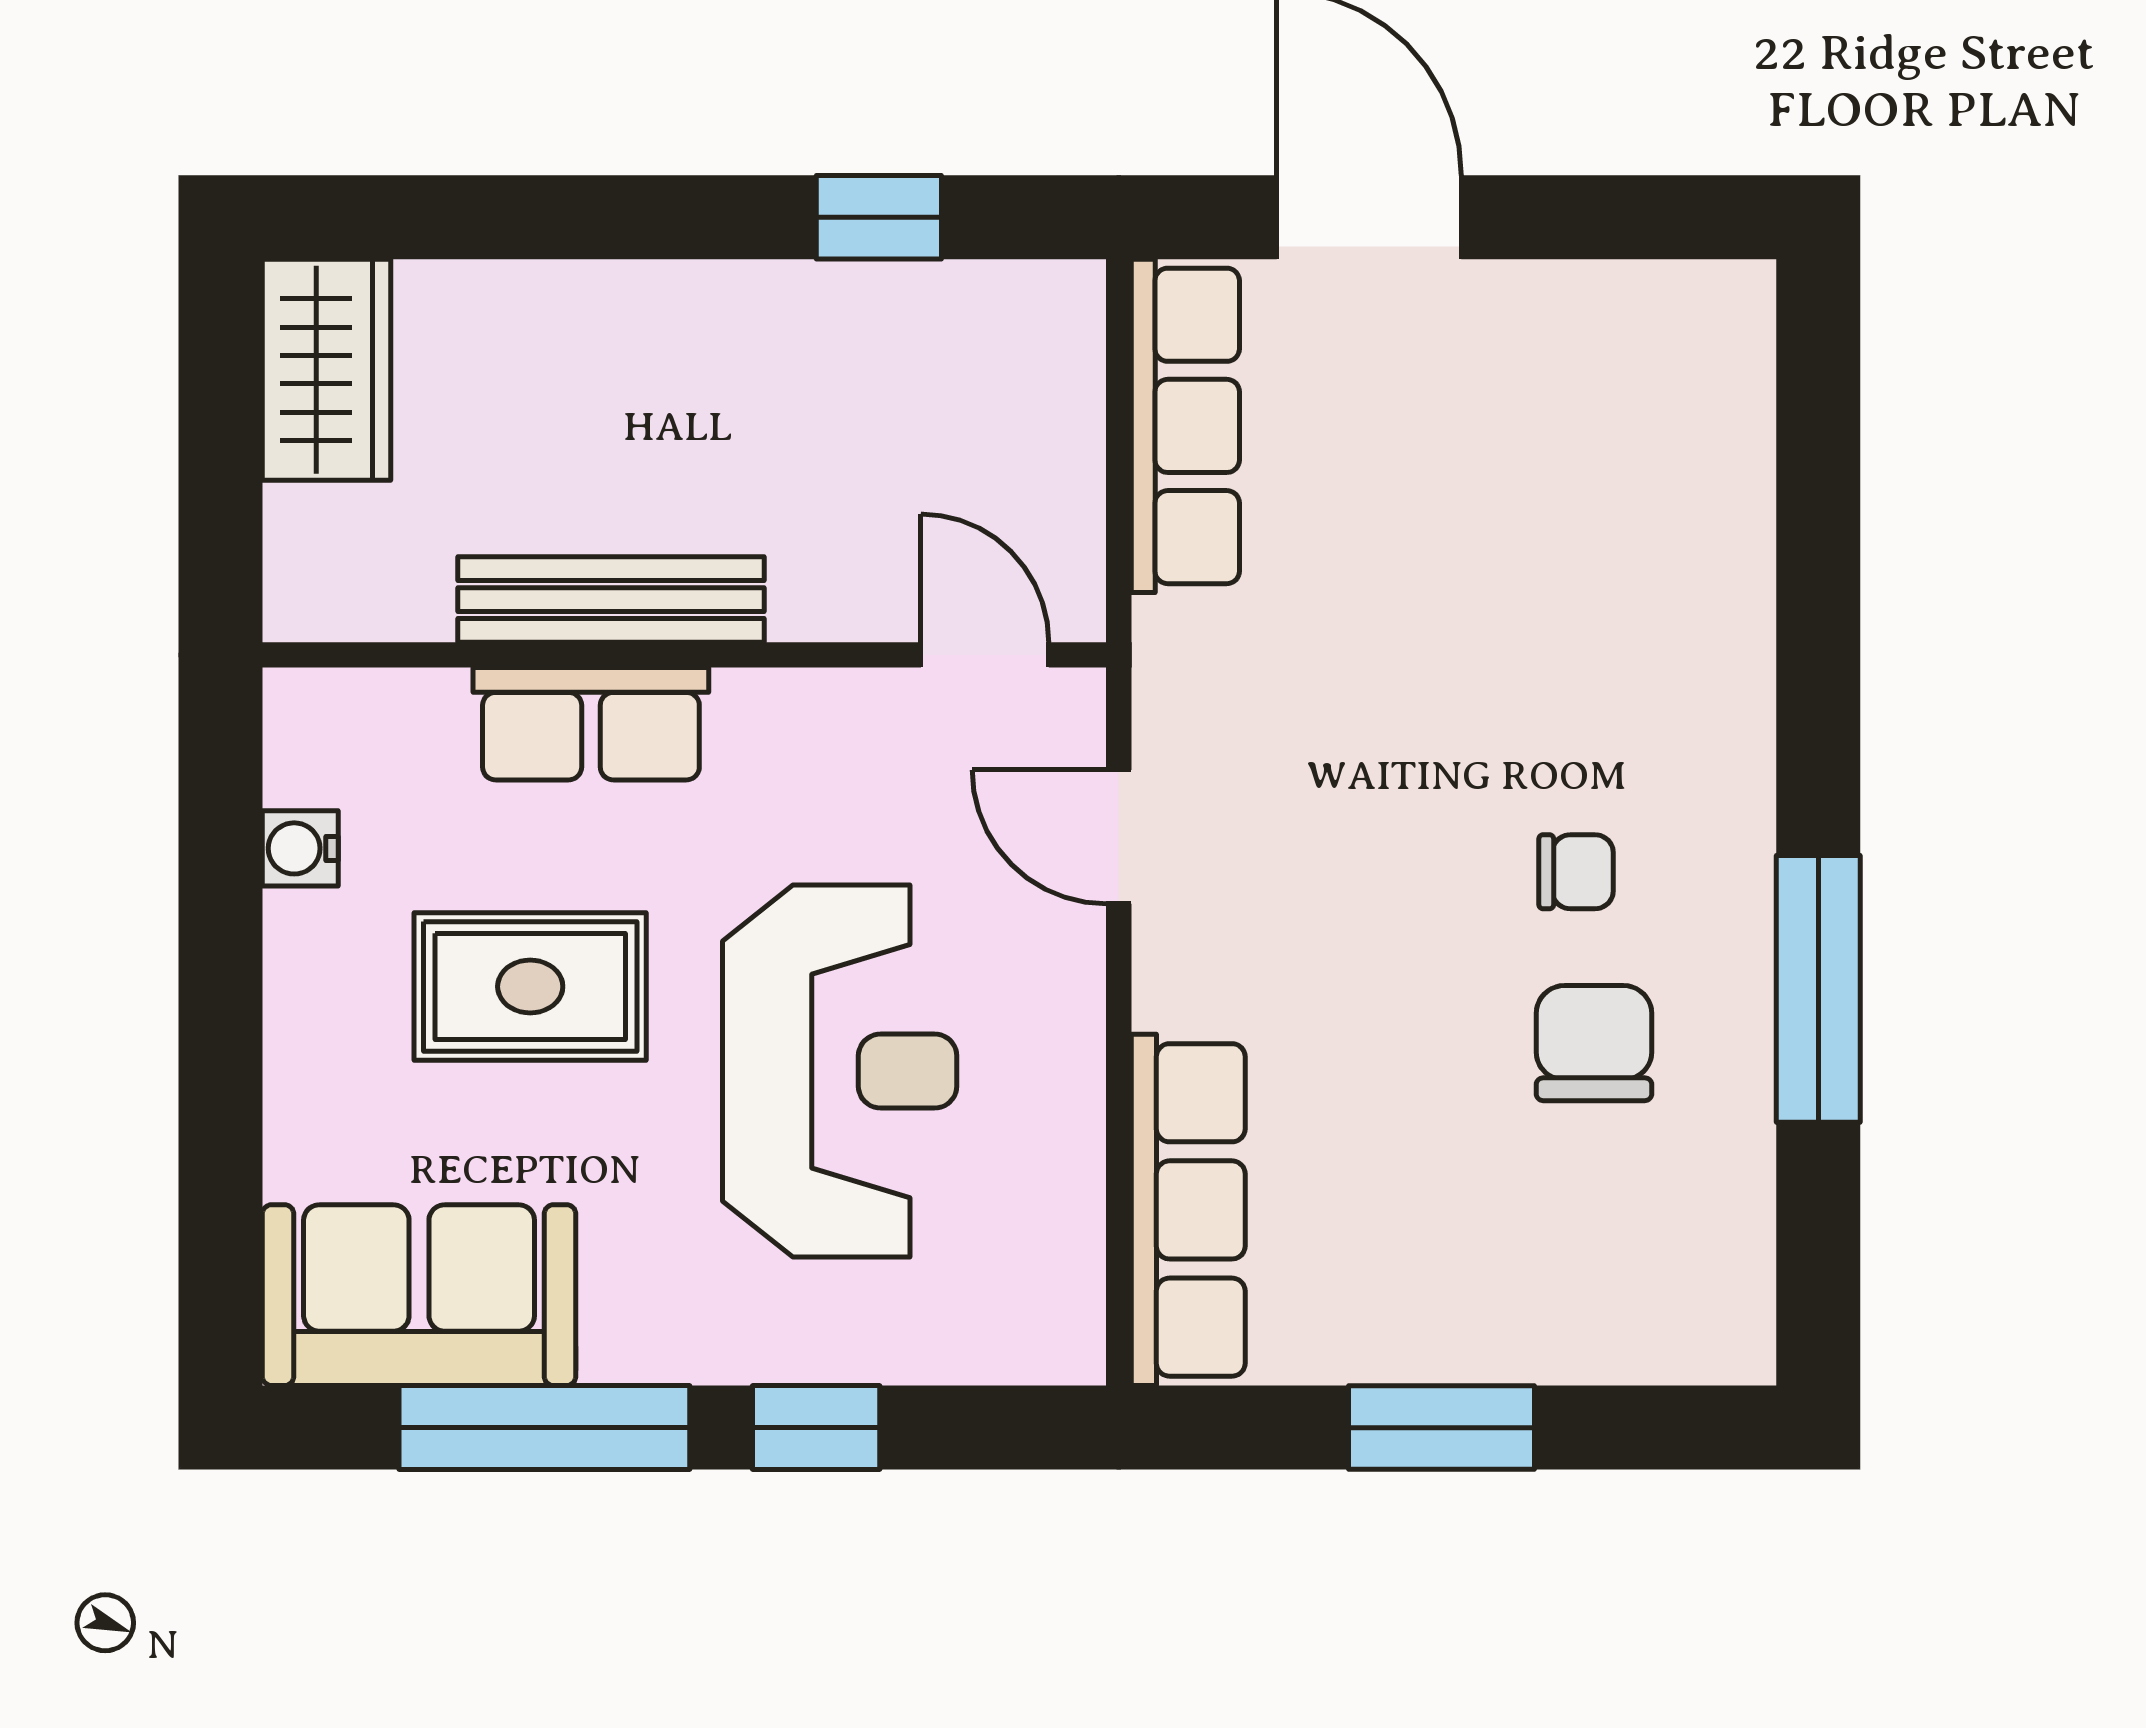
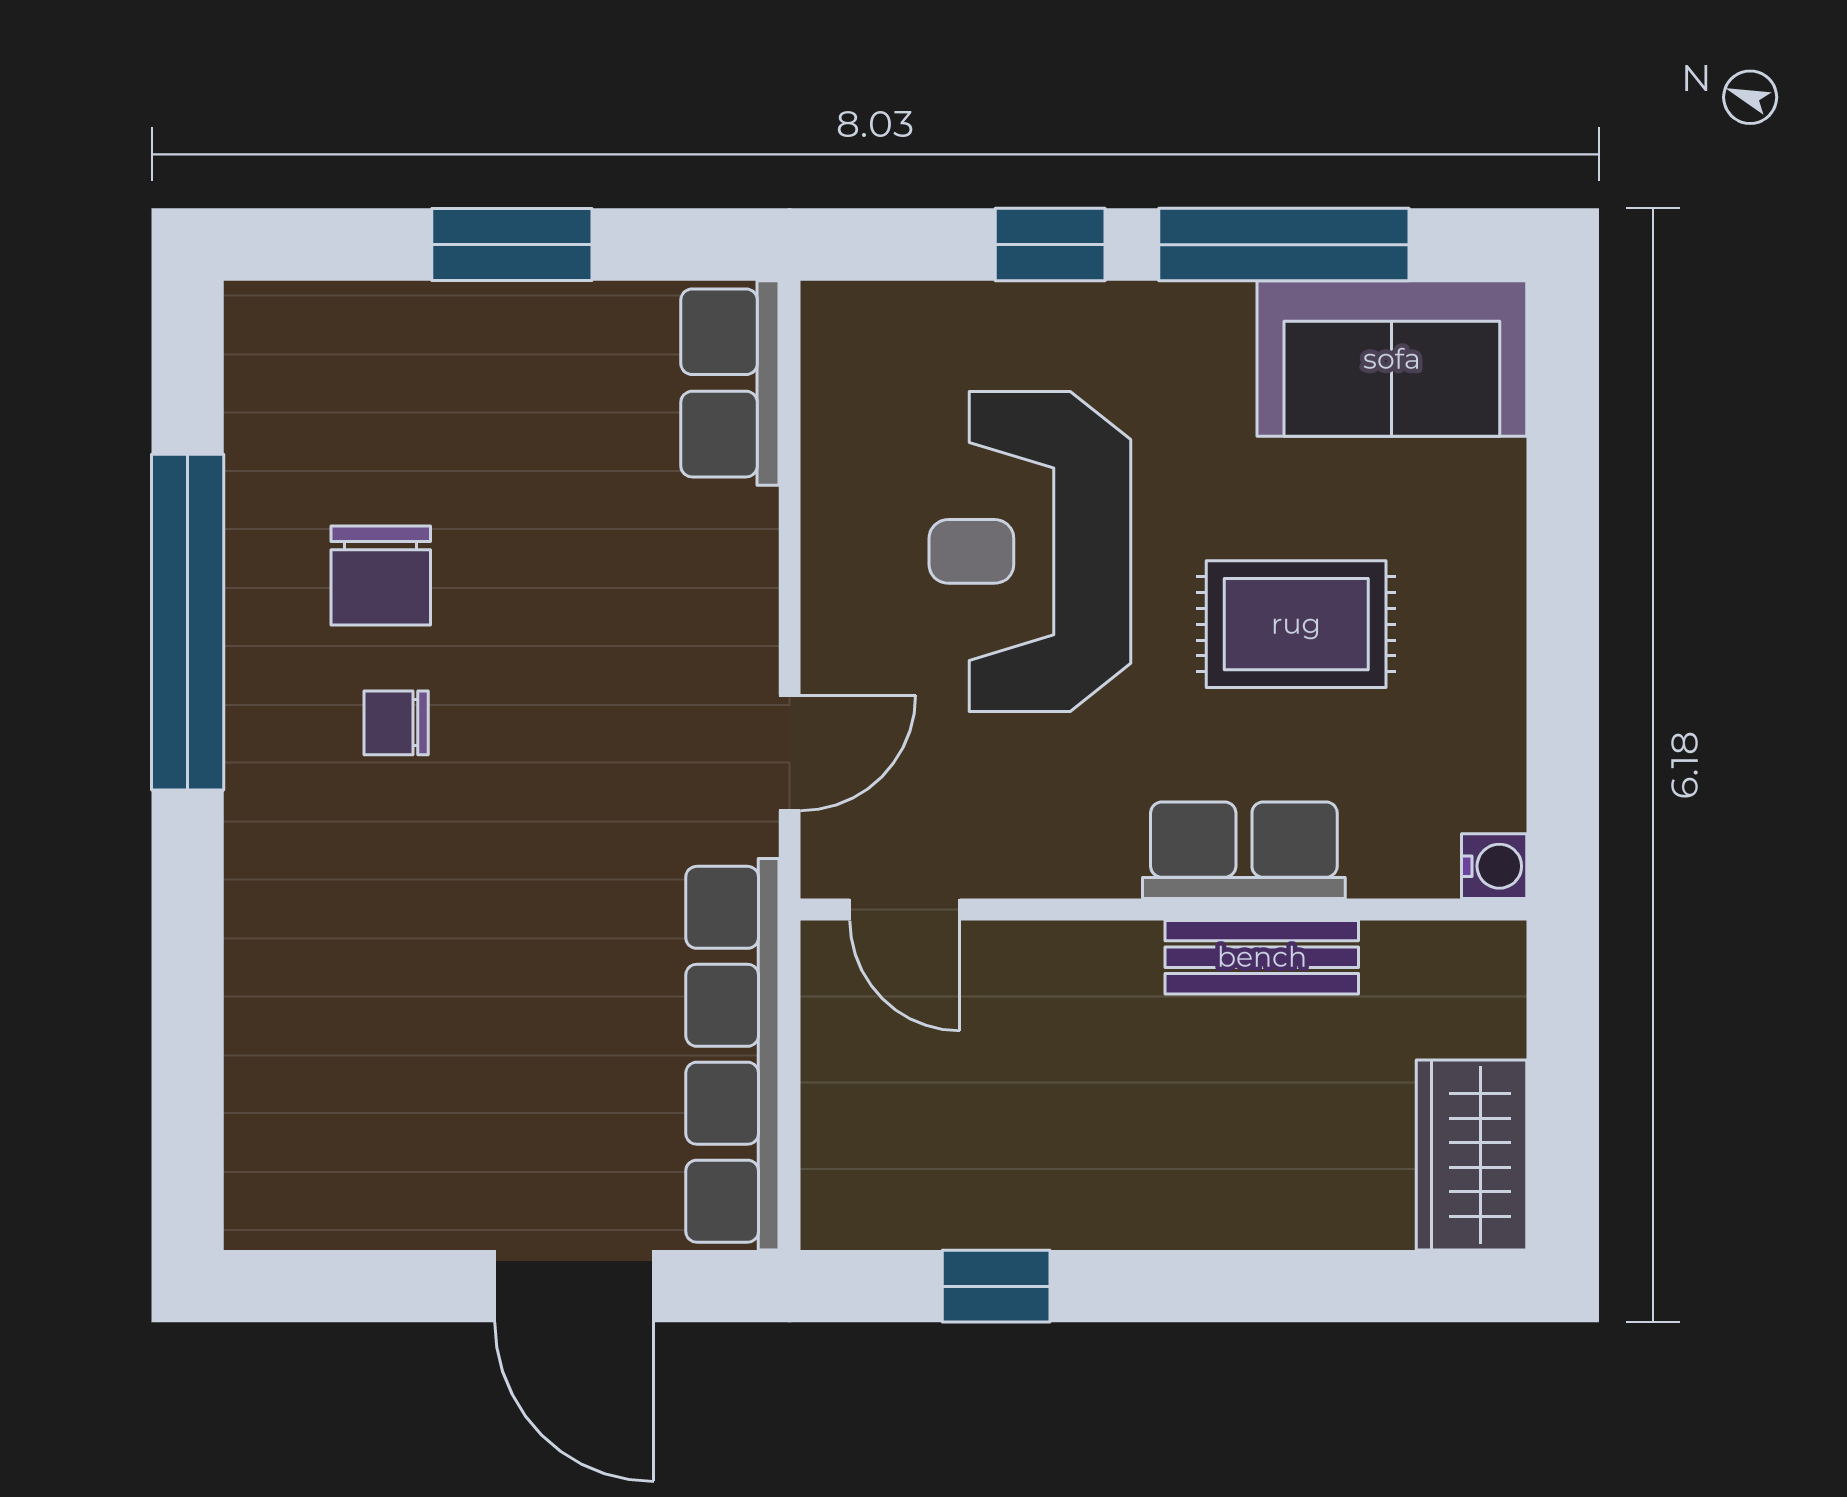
row of seats: (1185, 426) -> (732, 1054), width x1.36
bench: (611, 600) -> (1262, 957), width x0.73
door: (1119, 837) -> (790, 753), hinge flipped
water cooler: (300, 848) -> (1494, 866), moved
window: (1818, 989) -> (188, 622), width x1.46
row of seats: (1188, 1210) -> (730, 383), width x0.68

